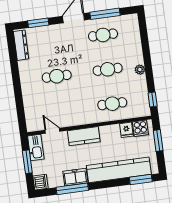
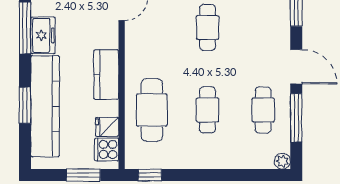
plant: (140, 70) -> (282, 161), moved
cafe table: (112, 104) -> (152, 110), width x1.37, depth x1.35
kitchen counter: (84, 136) -> (106, 74), moved
window: (141, 180) -> (25, 105), moved

